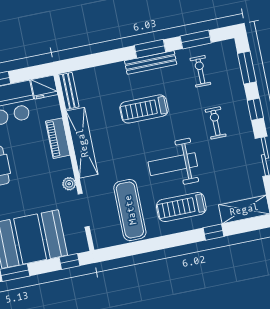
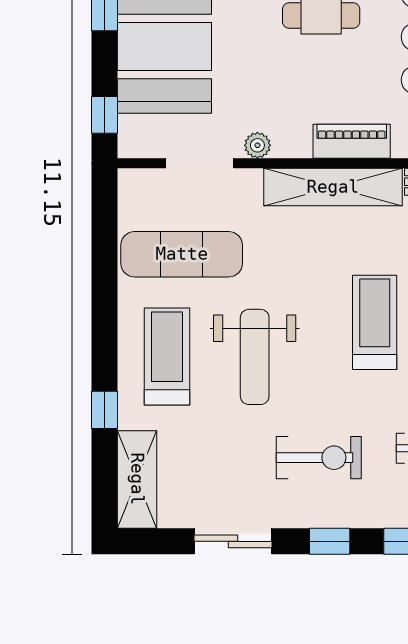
exercise bike: (216, 123) -> (319, 458), width x1.38, depth x1.39
weight bench: (173, 164) -> (255, 357), turned 180

